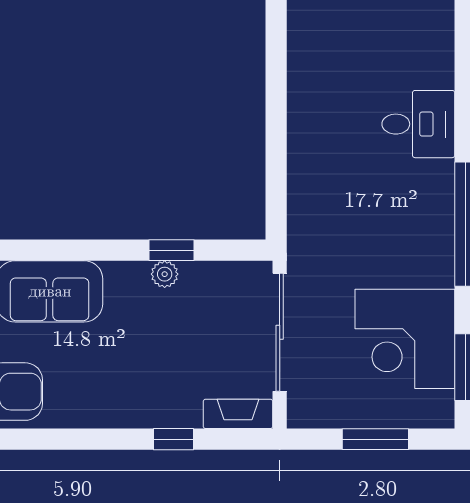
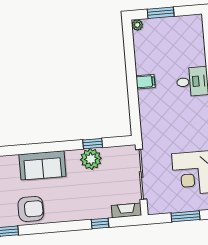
filing cabinet: (308, 115) -> (145, 82), added
plant: (165, 274) -> (91, 159), width x1.88, depth x1.88

